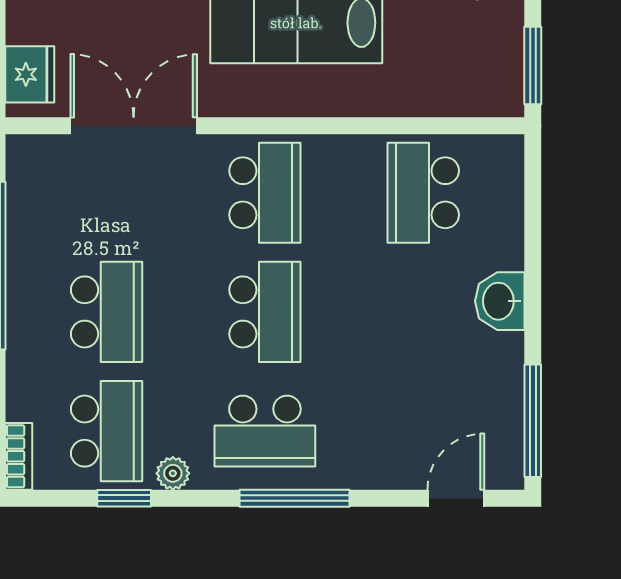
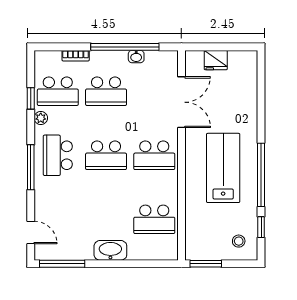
fridge: (30, 74) -> (216, 60), moved
school desk: (423, 193) -> (154, 219), turned 180
washbasin: (21, 237) -> (136, 57), added
washbasin: (500, 301) -> (110, 250), width x1.38
bookcase: (19, 456) -> (76, 56), moved

